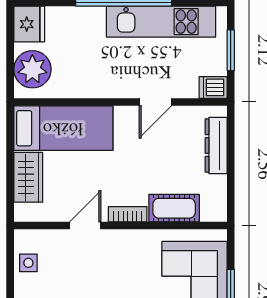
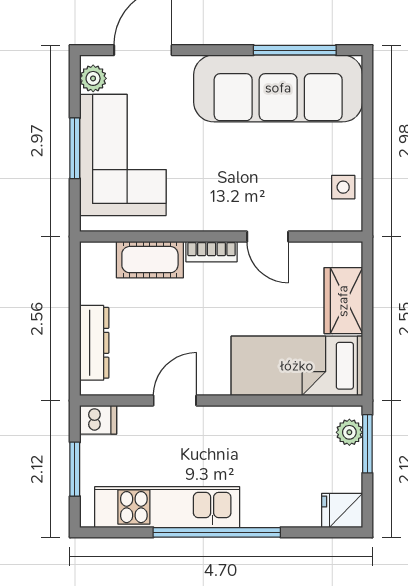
fridge: (29, 24) -> (342, 510), width x0.72
window: (10, 69) -> (367, 444), added
plant: (32, 69) -> (349, 432), width x0.53, depth x0.53
door: (85, 226) -> (268, 237), hinge flipped

